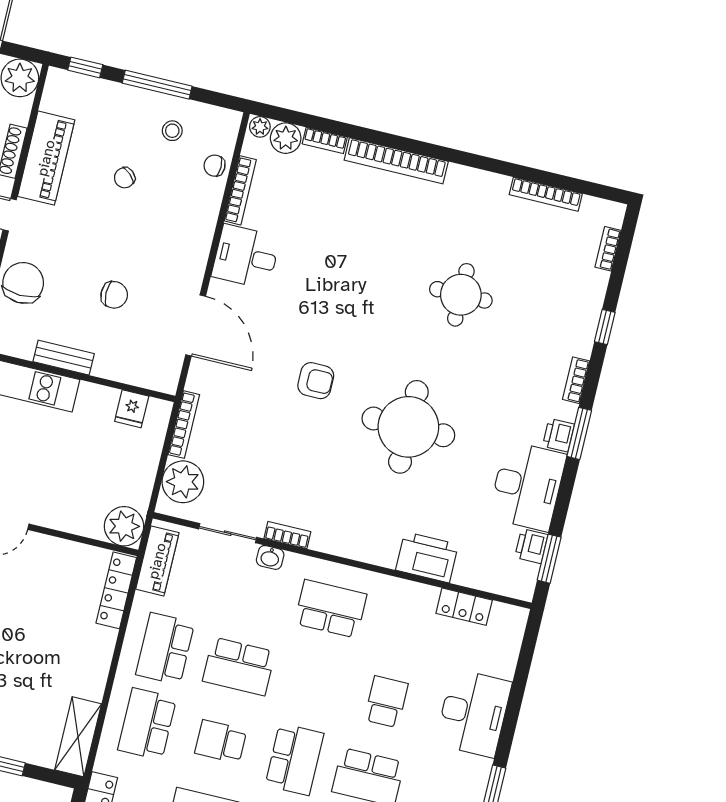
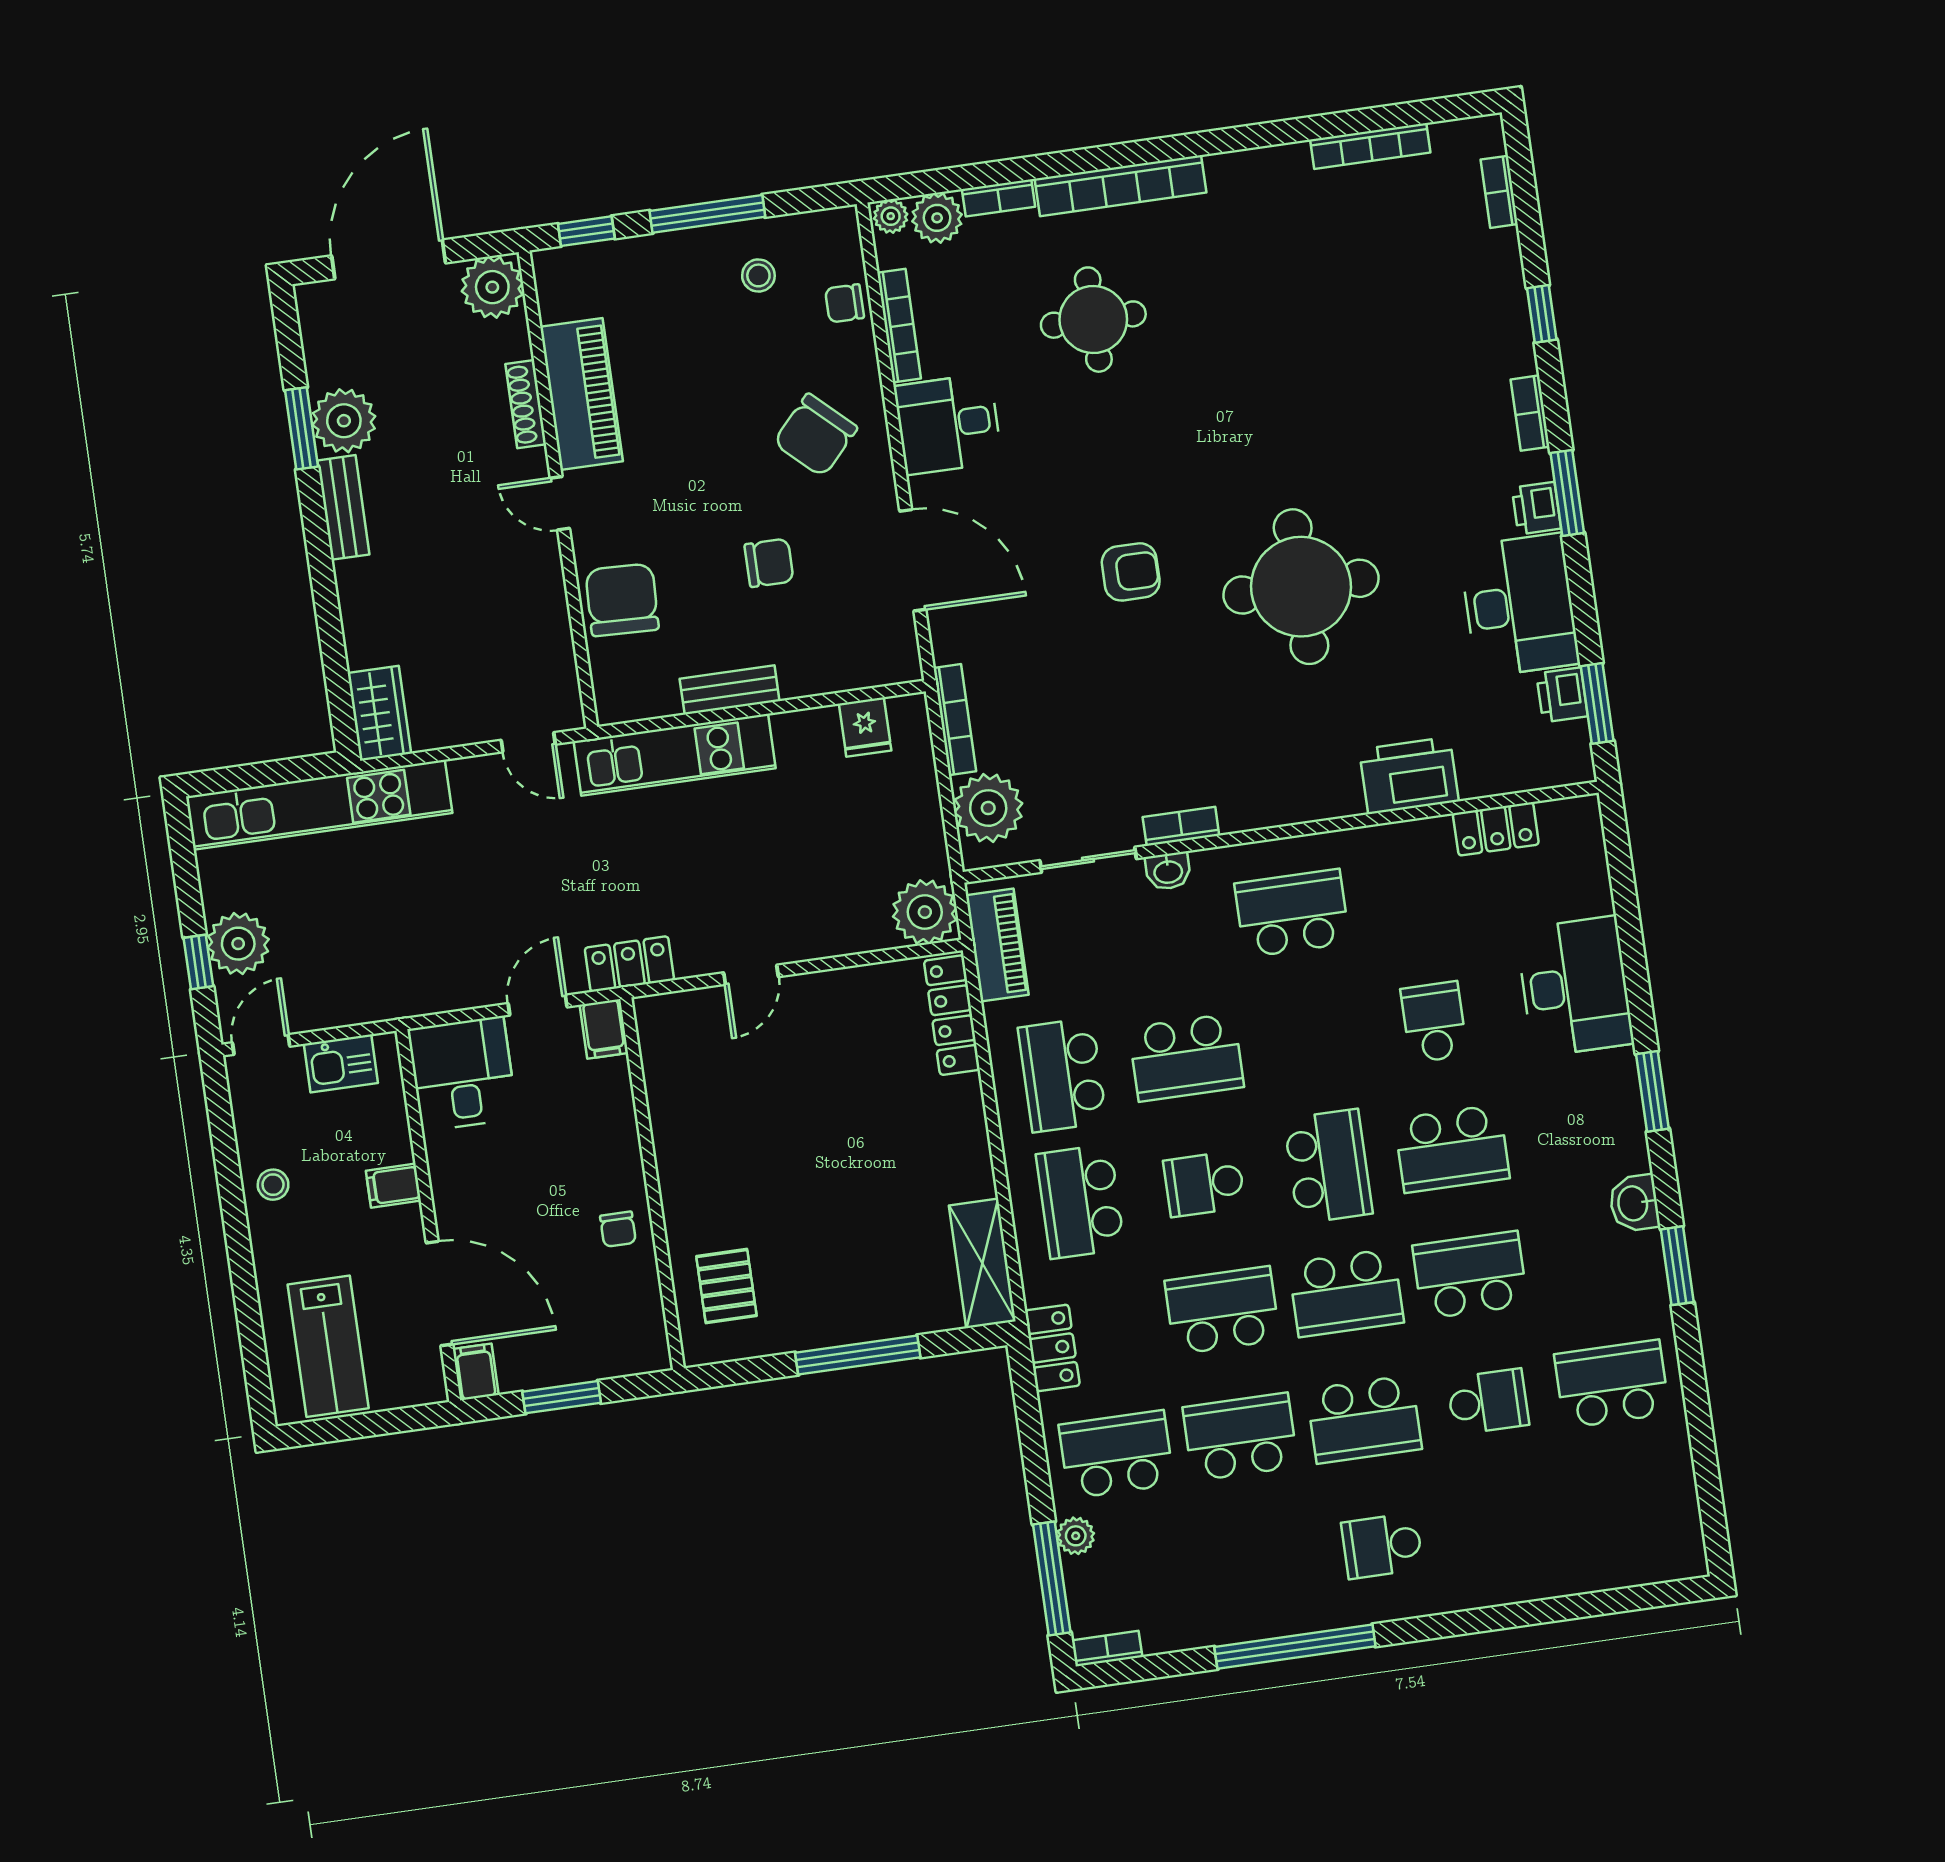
chair: (125, 178) -> (815, 435), moved, width x1.87, depth x1.87
round table: (461, 295) -> (1093, 320), moved

